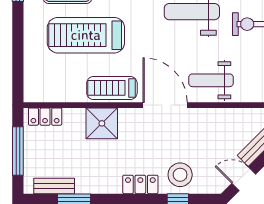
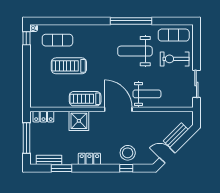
treadmill: (86, 35) -> (69, 66), width x0.73, depth x0.73
weight bench: (211, 80) -> (147, 94), turned 180
locker: (140, 184) -> (89, 159), moved

